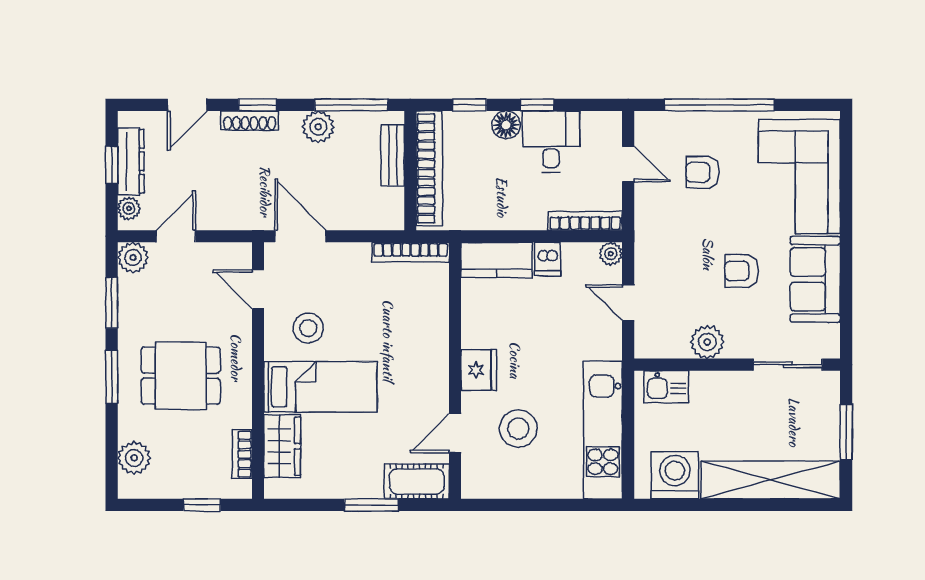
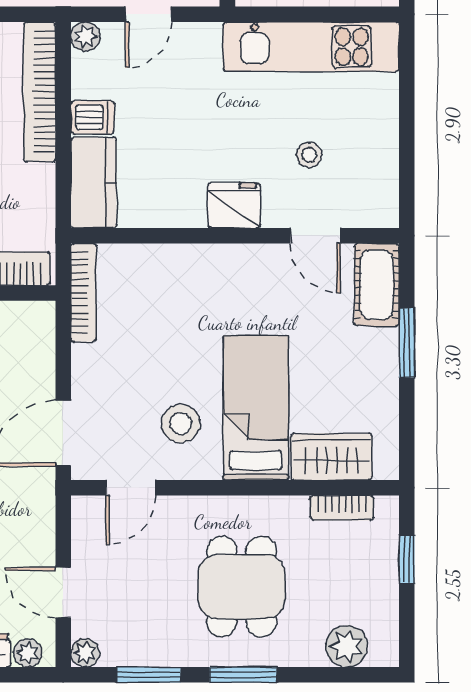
bookcase: (585, 221) -> (40, 92), width x1.48, depth x1.31
plant: (133, 258) -> (85, 653), width x0.73, depth x0.73
stool: (518, 429) -> (309, 155), width x0.53, depth x0.53

